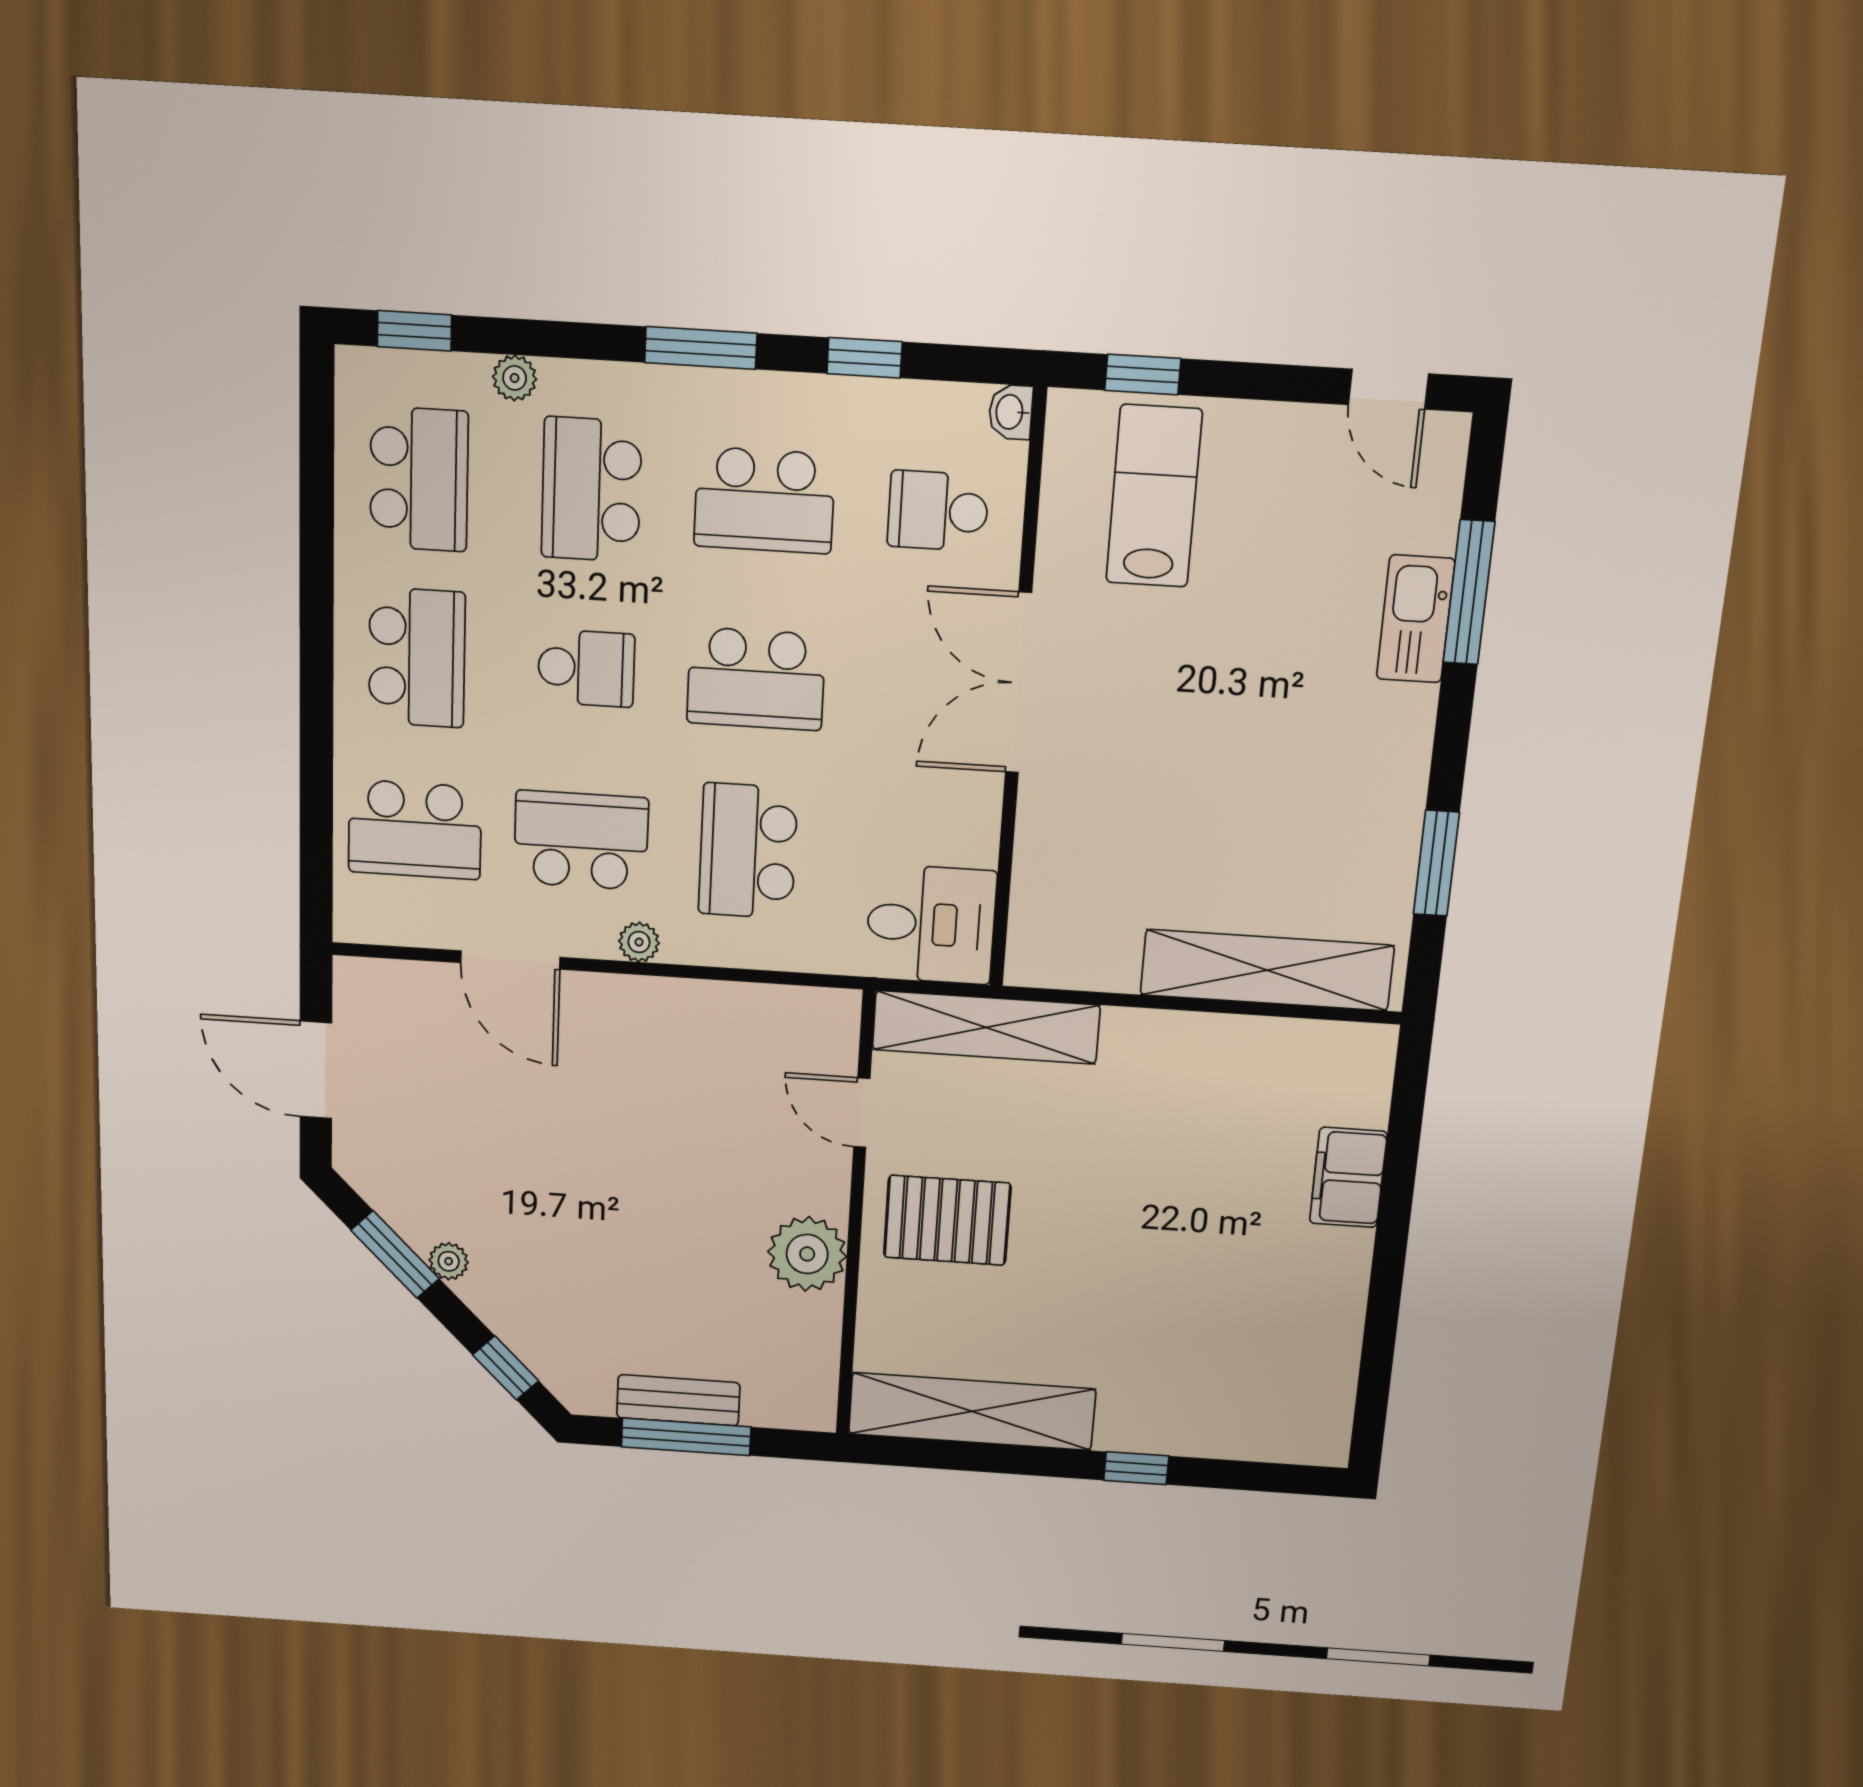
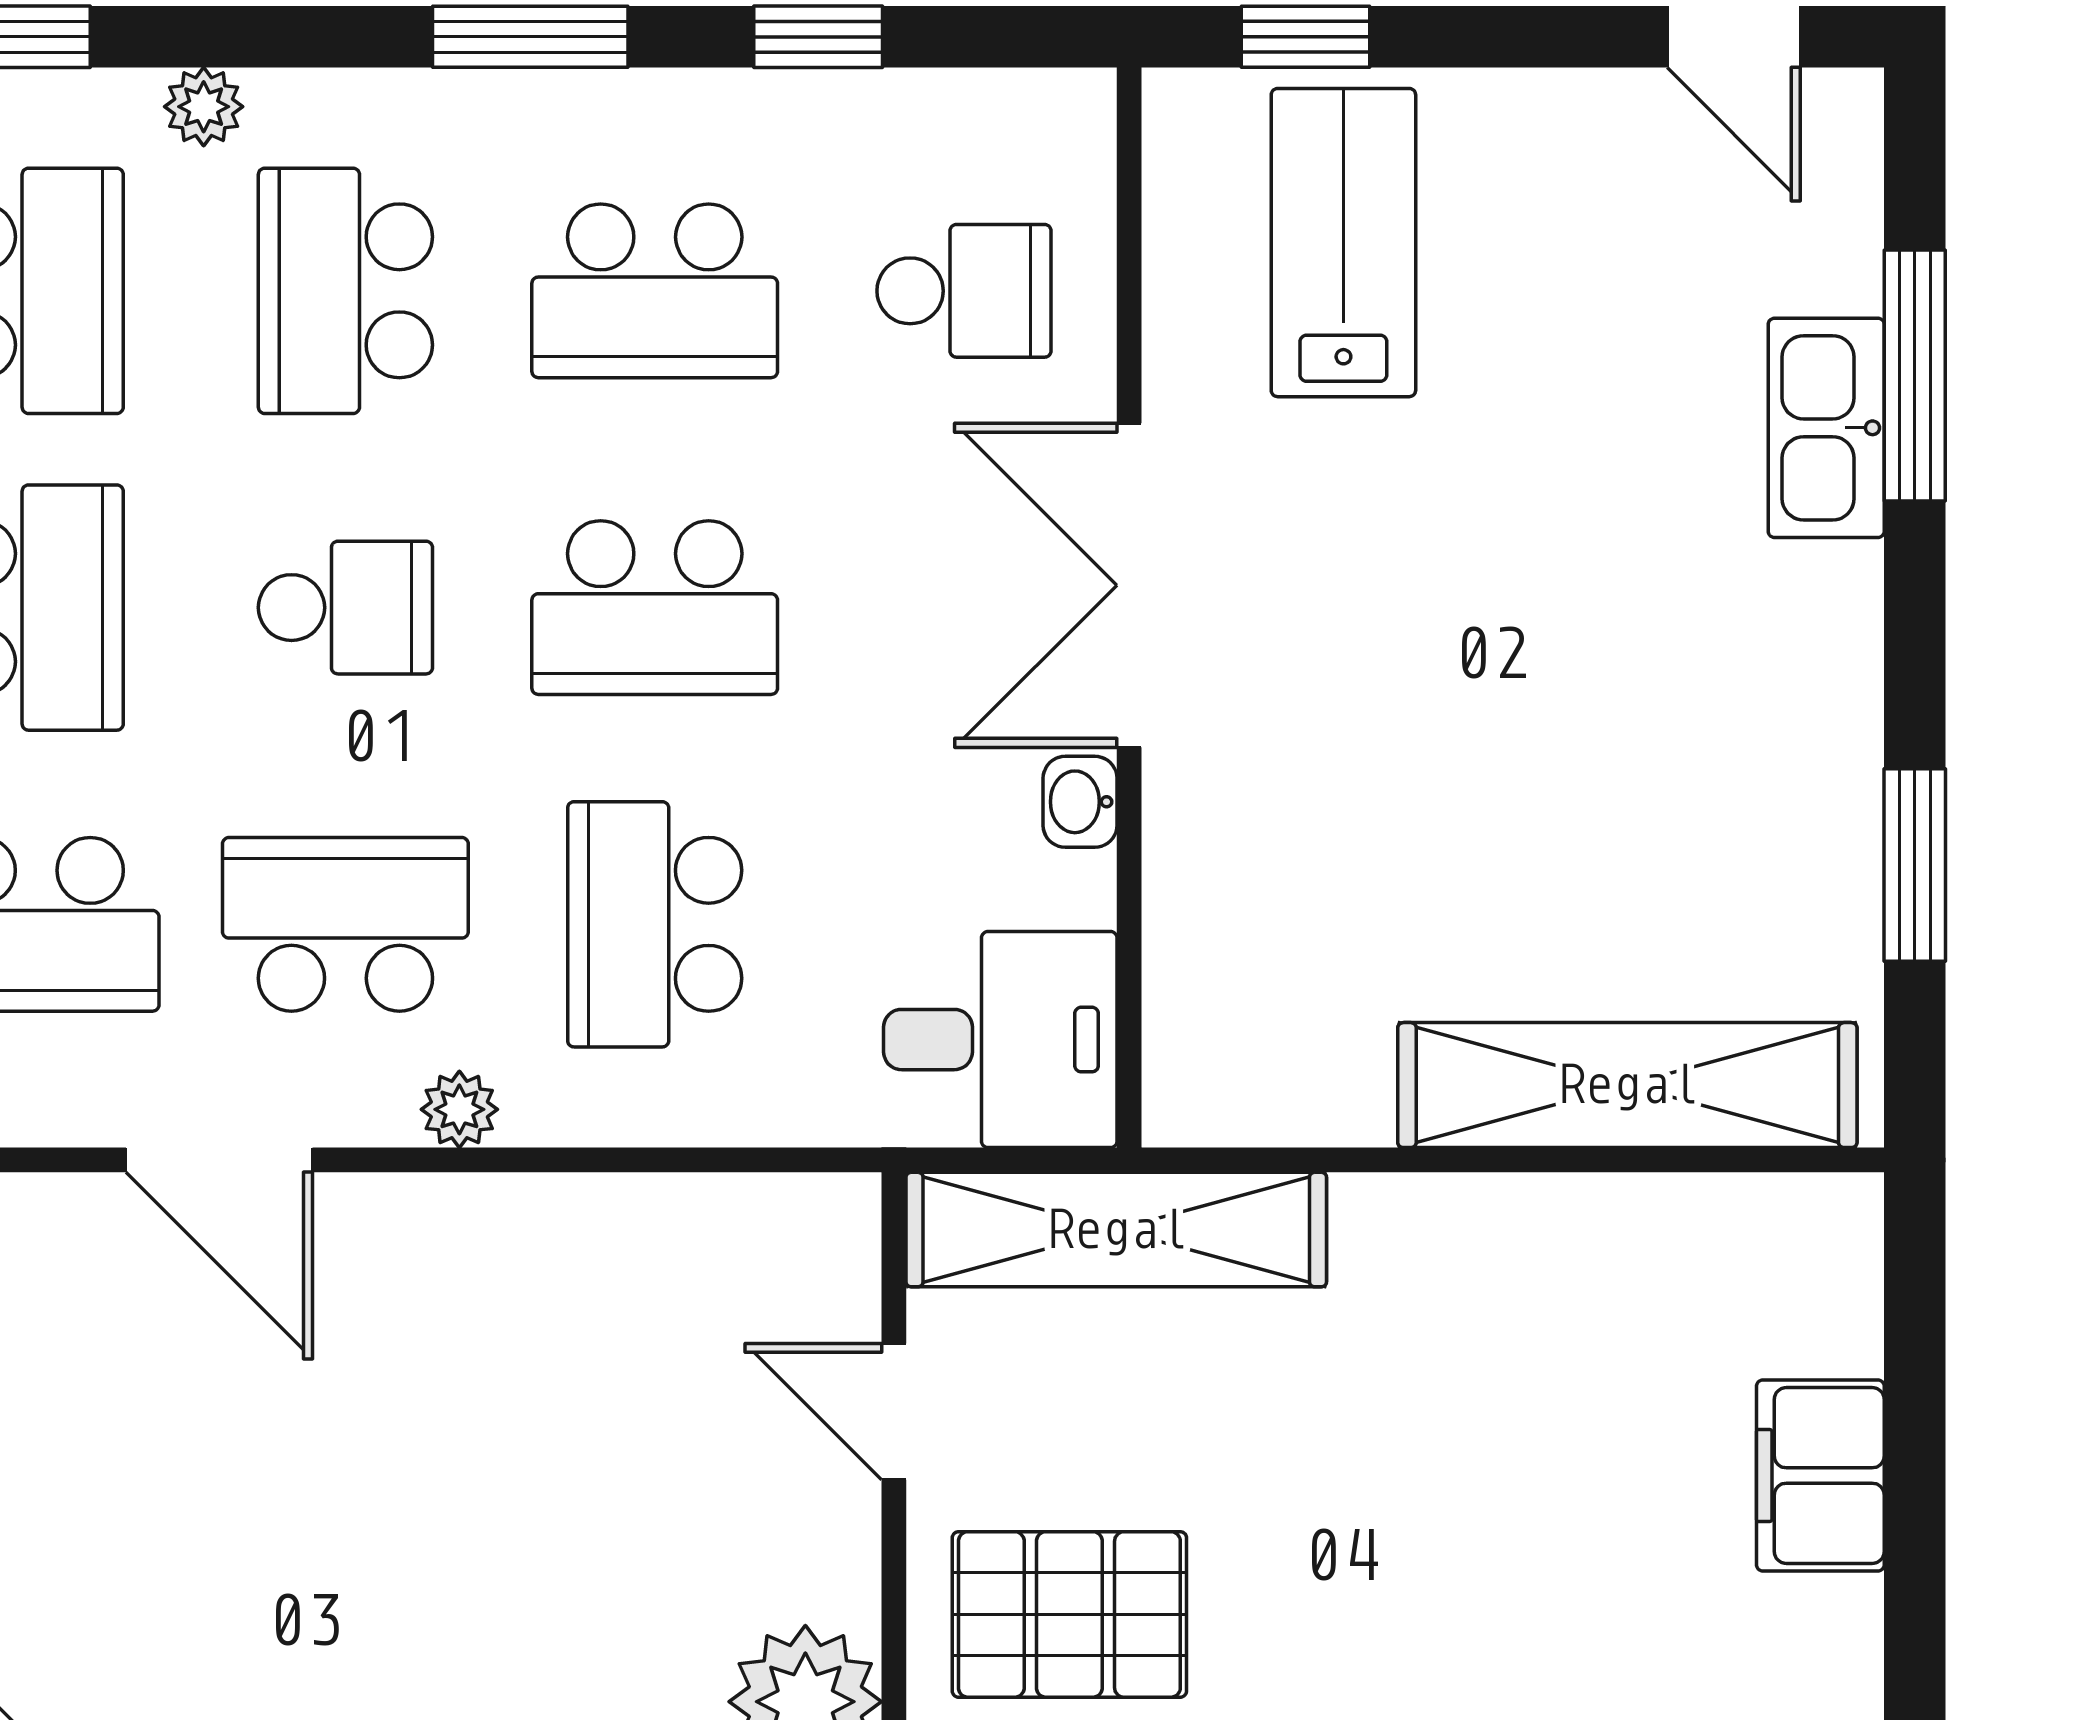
washbasin: (1011, 412) -> (1080, 802), moved
school desk: (938, 511) -> (964, 291), turned 180

